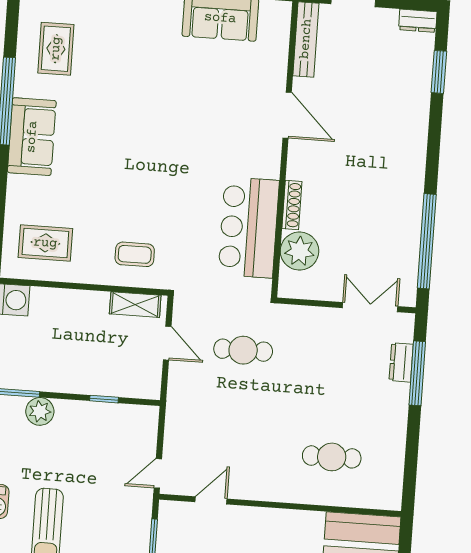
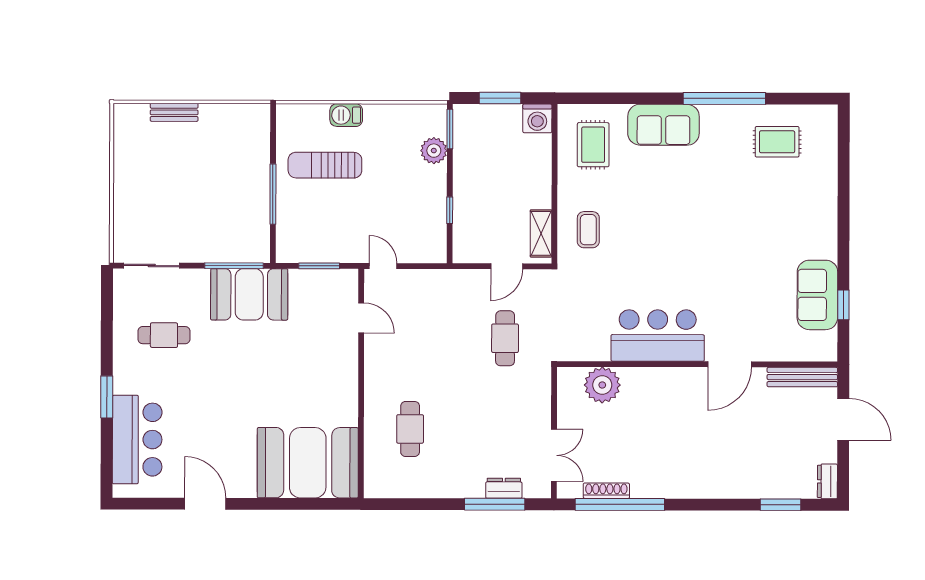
sofa: (32, 137) -> (663, 125), moved
shoe rack: (292, 205) -> (606, 491), moved, turned 180
bar counter: (249, 227) -> (658, 336), moved

